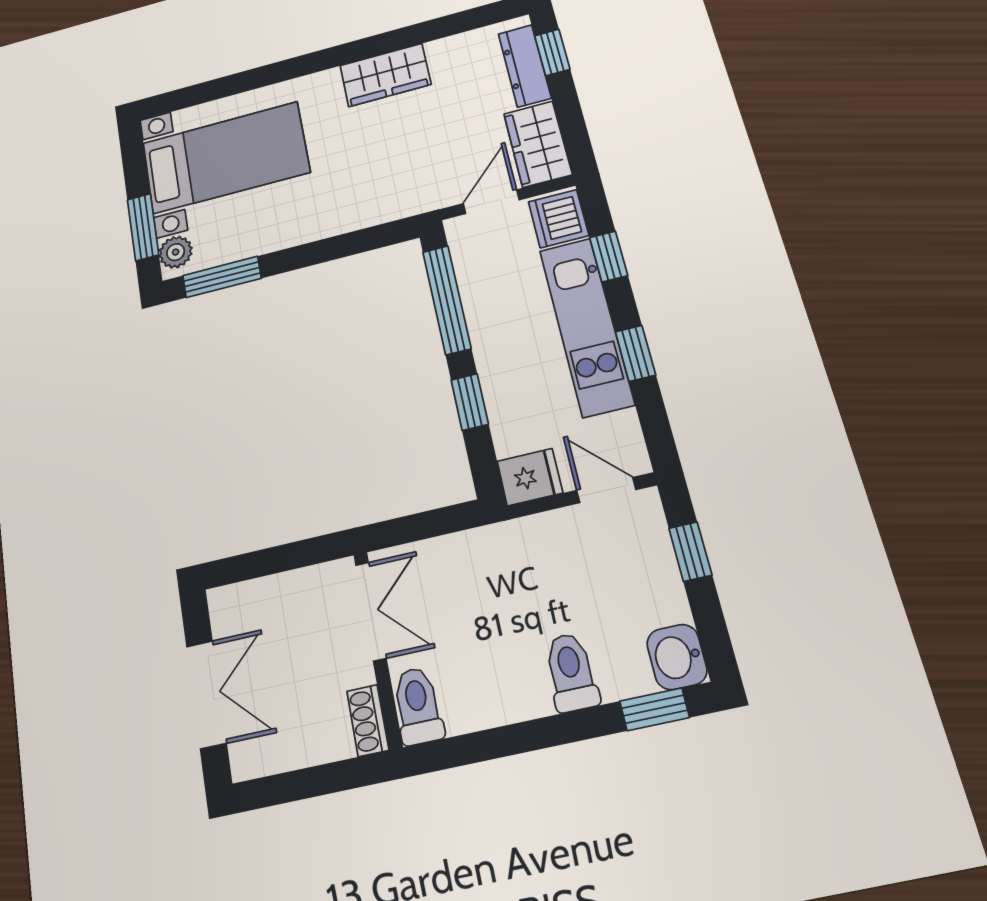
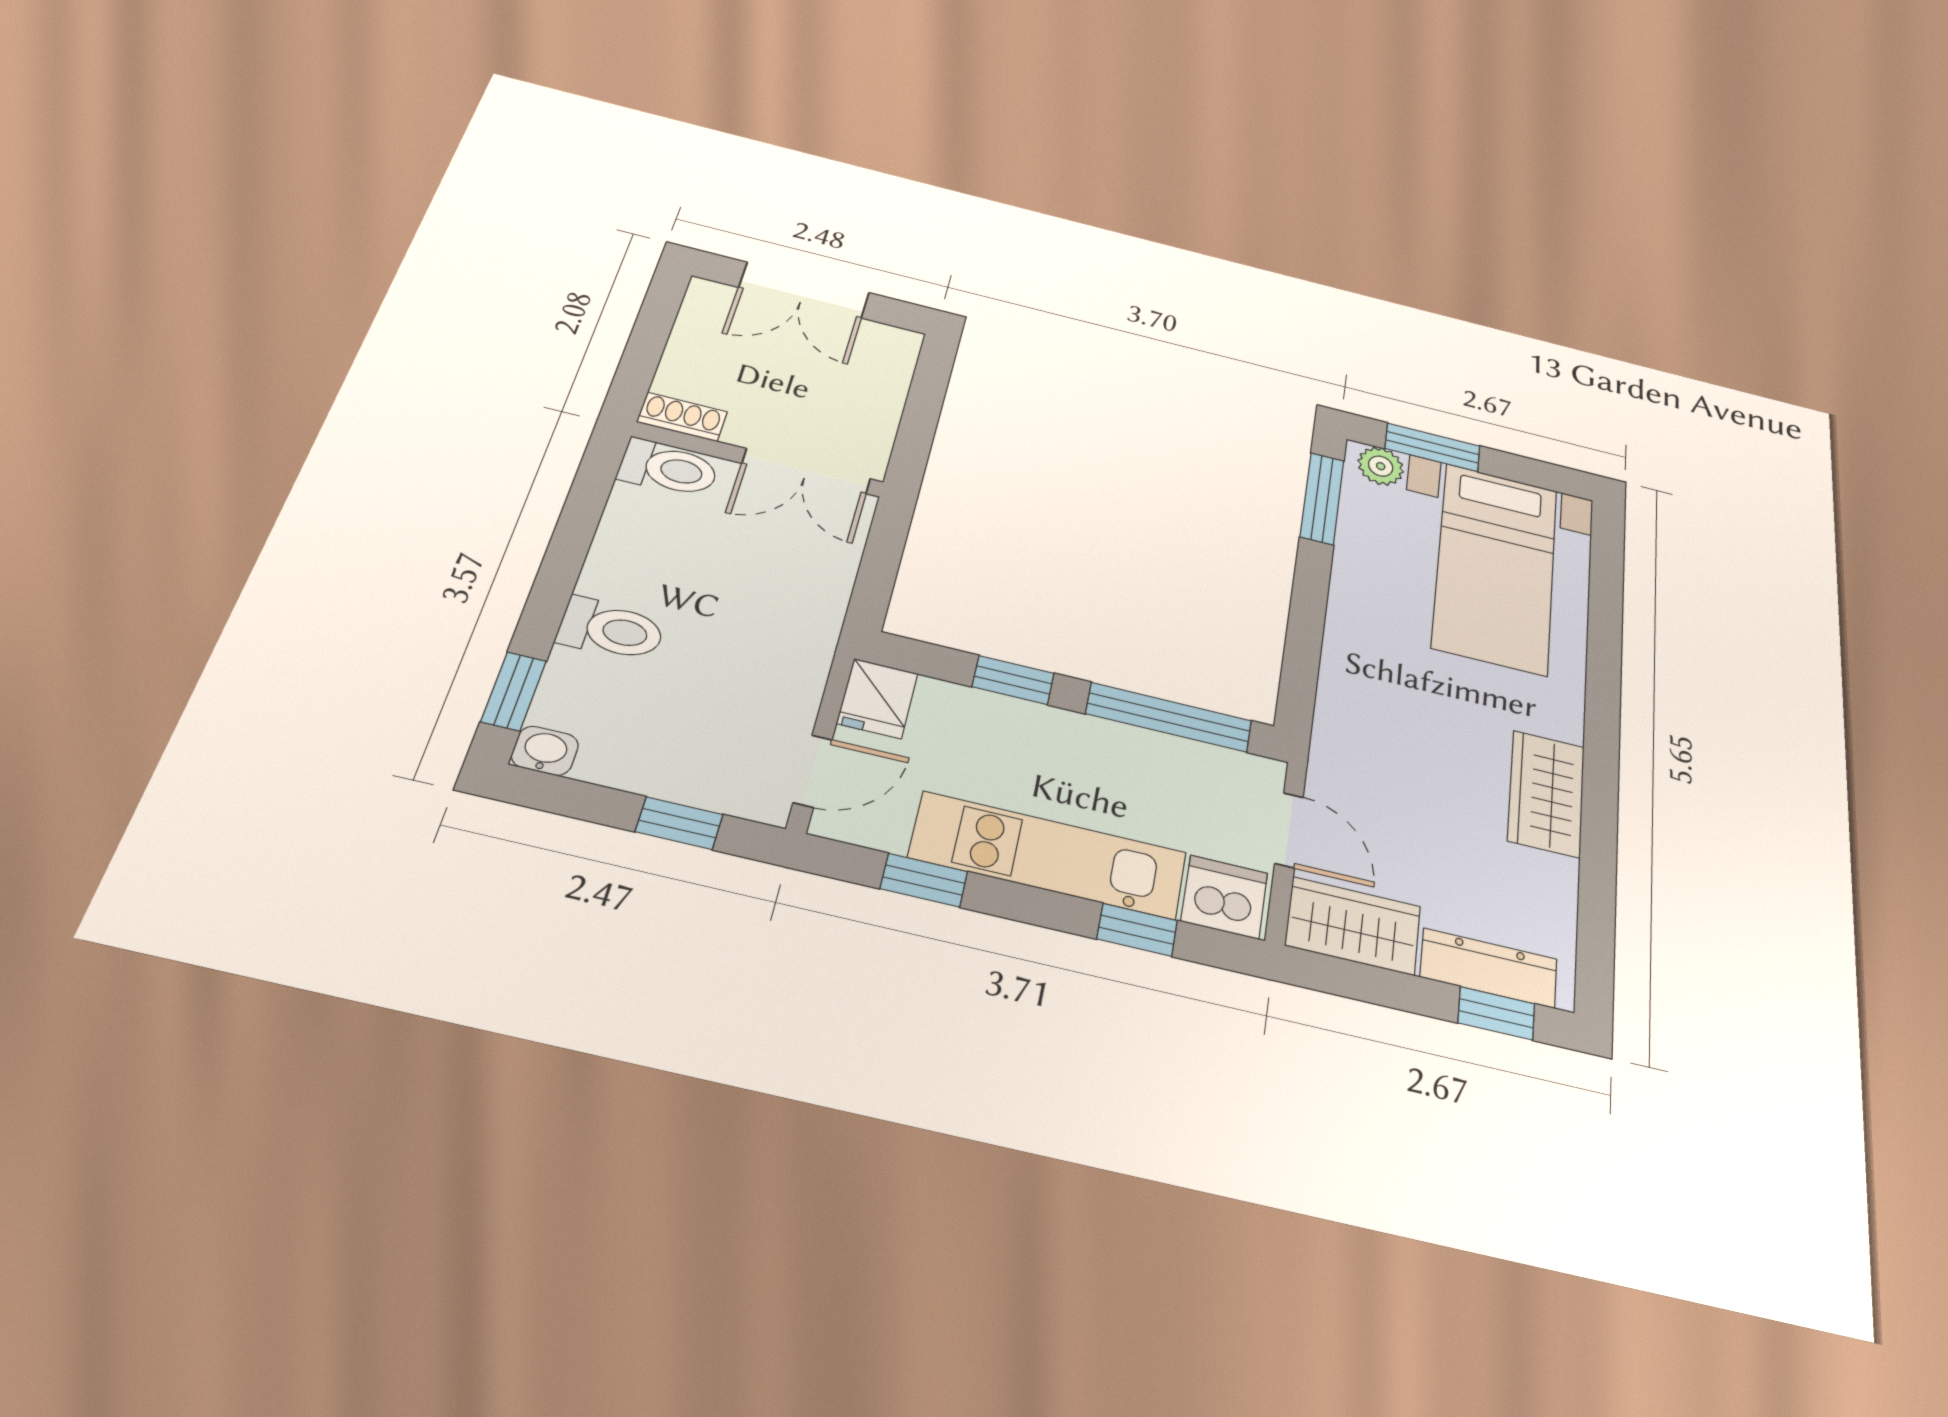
window: (635, 353) -> (924, 880), moved
washbasin: (677, 657) -> (545, 751), width x0.72, depth x0.69

